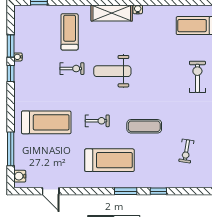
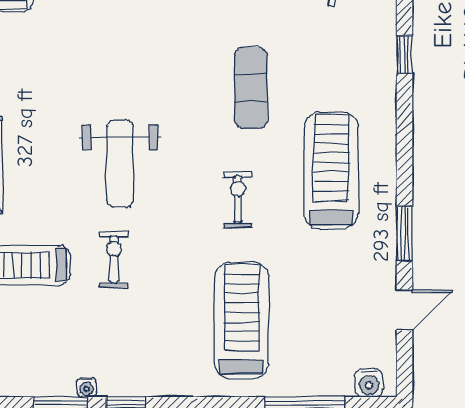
window: (126, 191) -> (404, 234), moved

